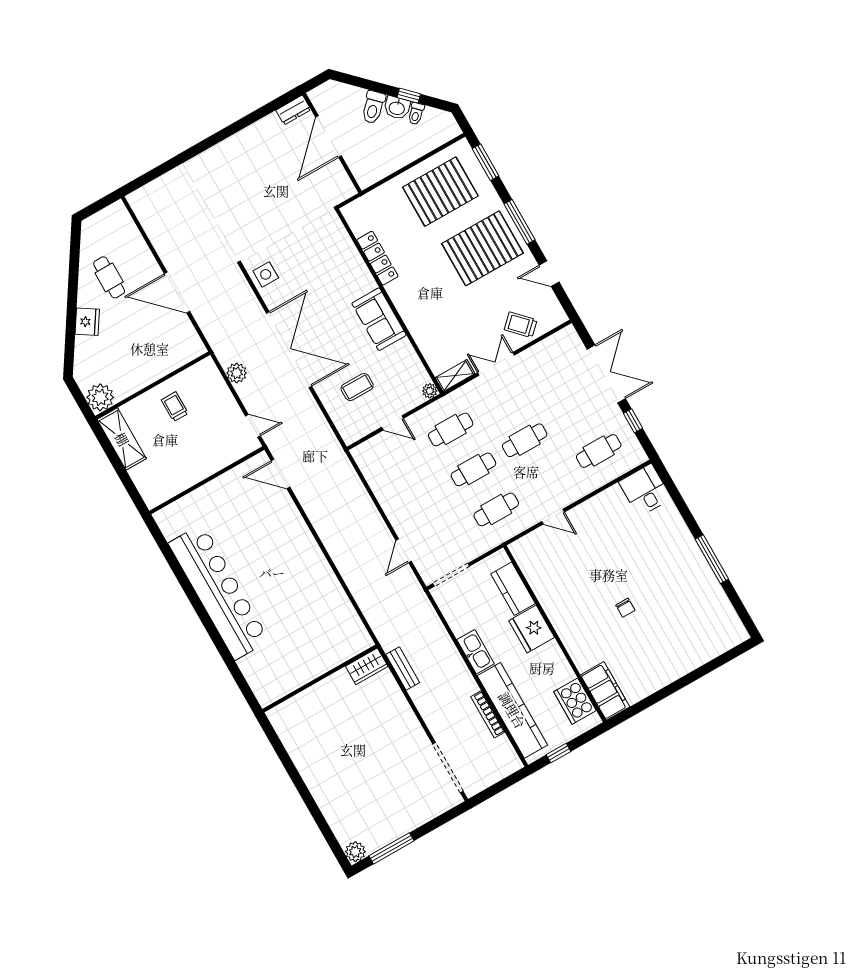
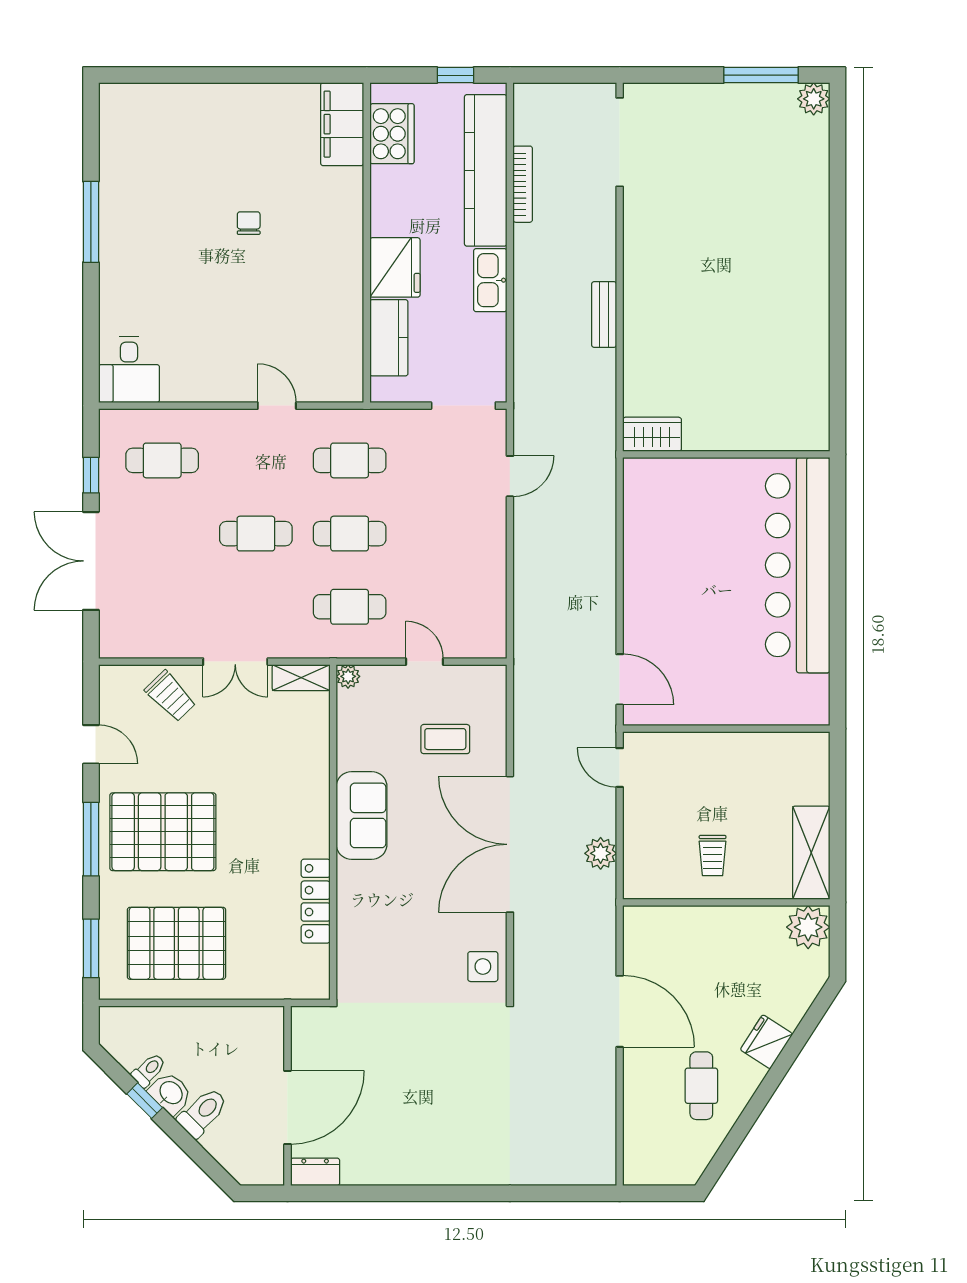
wardrobe: (367, 666) -> (652, 434), moved
wall: (320, 678) -> (726, 454), moved

